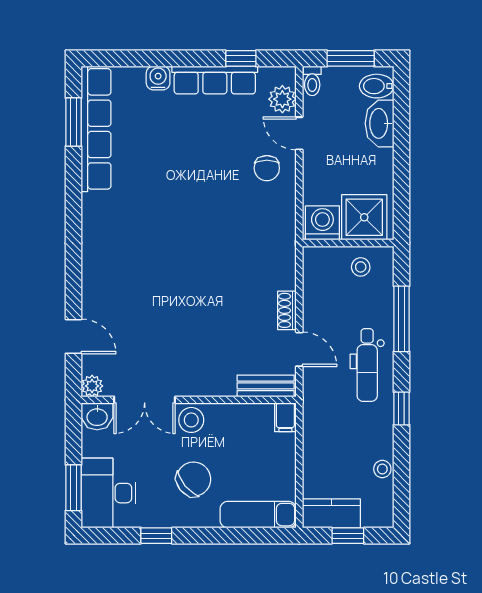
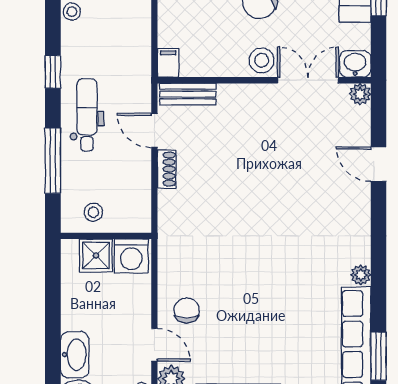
plant: (91, 204) -> (361, 275), added
shower: (364, 217) -> (96, 255), width x0.73, depth x0.73
door: (73, 336) -> (379, 164), moved

